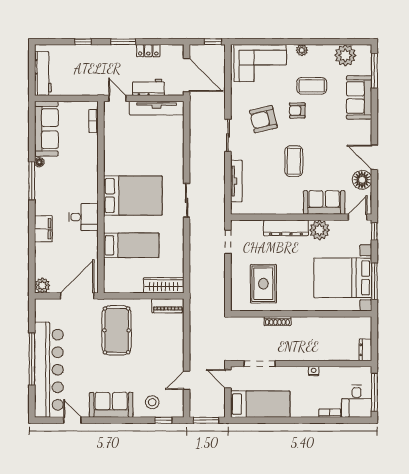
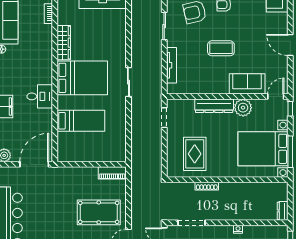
coffee table: (294, 161) -> (221, 48), turned 90
floor lamp: (362, 180) -> (280, 64), removed
wardrobe: (164, 285) -> (64, 43), moved, turned 90
pool table: (117, 330) -> (99, 212), moved, turned 90

